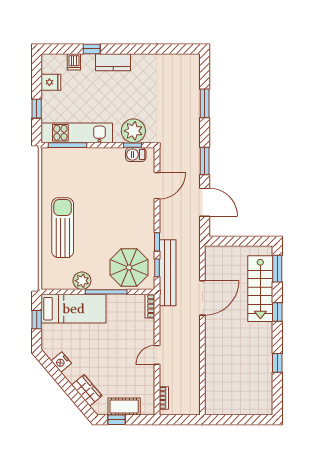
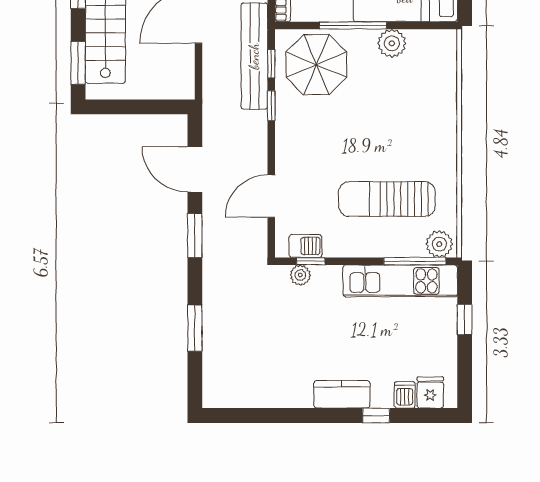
fridge: (51, 82) -> (430, 393), moved, turned 90
plant: (133, 131) -> (300, 275), width x0.53, depth x0.53
plant: (52, 156) -> (439, 244), added
sun lounger: (63, 228) -> (387, 199), moved, turned 90

